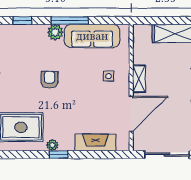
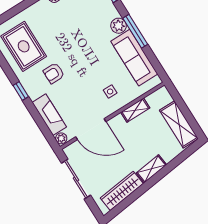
shelving: (139, 79) -> (135, 110), moved
armchair: (49, 80) -> (54, 73), moved, turned 180
plant: (52, 145) -> (61, 138), moved

